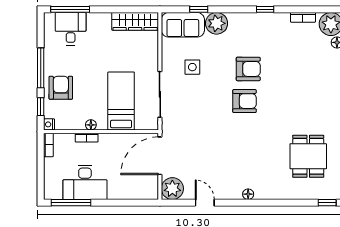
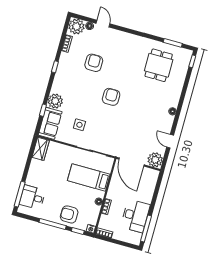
wardrobe: (135, 21) -> (41, 149), width x0.67
armchair: (248, 69) -> (94, 63), moved
dining table: (308, 156) -> (159, 65), turned 90
door: (205, 203) -> (170, 141), hinge flipped

